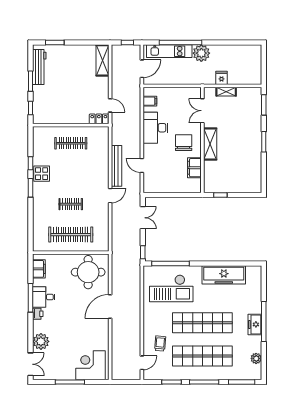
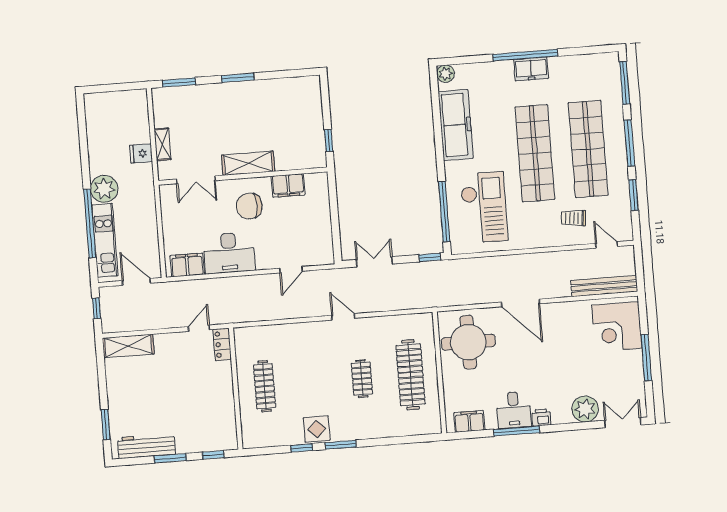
filing cabinet: (150, 101) -> (187, 265), width x2.00
bench: (116, 166) -> (604, 286), moved
plant: (256, 358) -> (446, 74), moved

